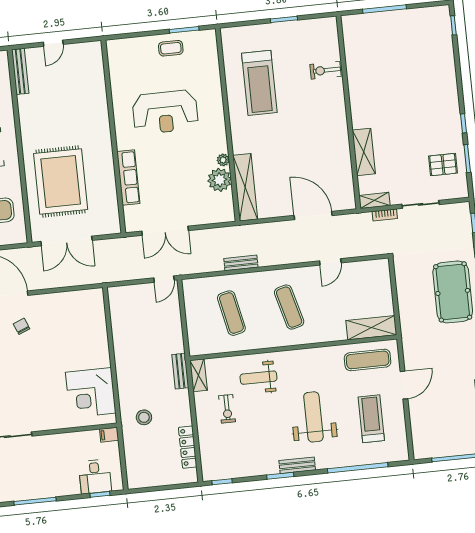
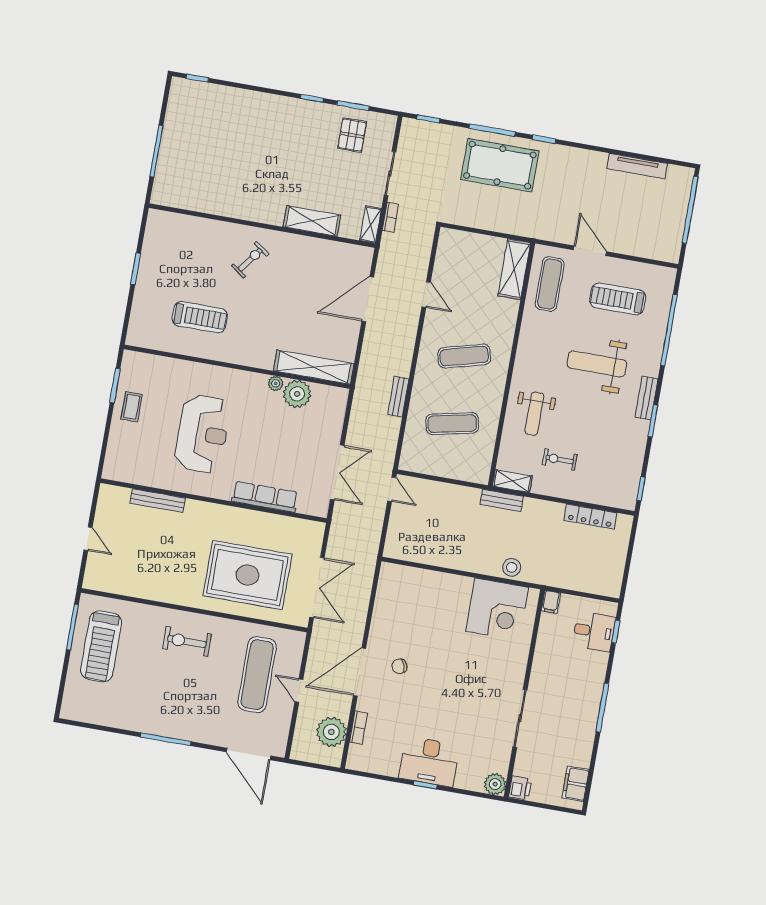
exercise bike: (325, 70) -> (250, 260), moved, turned -144
bench: (20, 71) -> (158, 501), moved
treadmill: (259, 83) -> (200, 317), width x0.73, depth x0.73
exercise bike: (227, 409) -> (560, 459), turned 180
stool: (144, 417) -> (512, 567), moved

